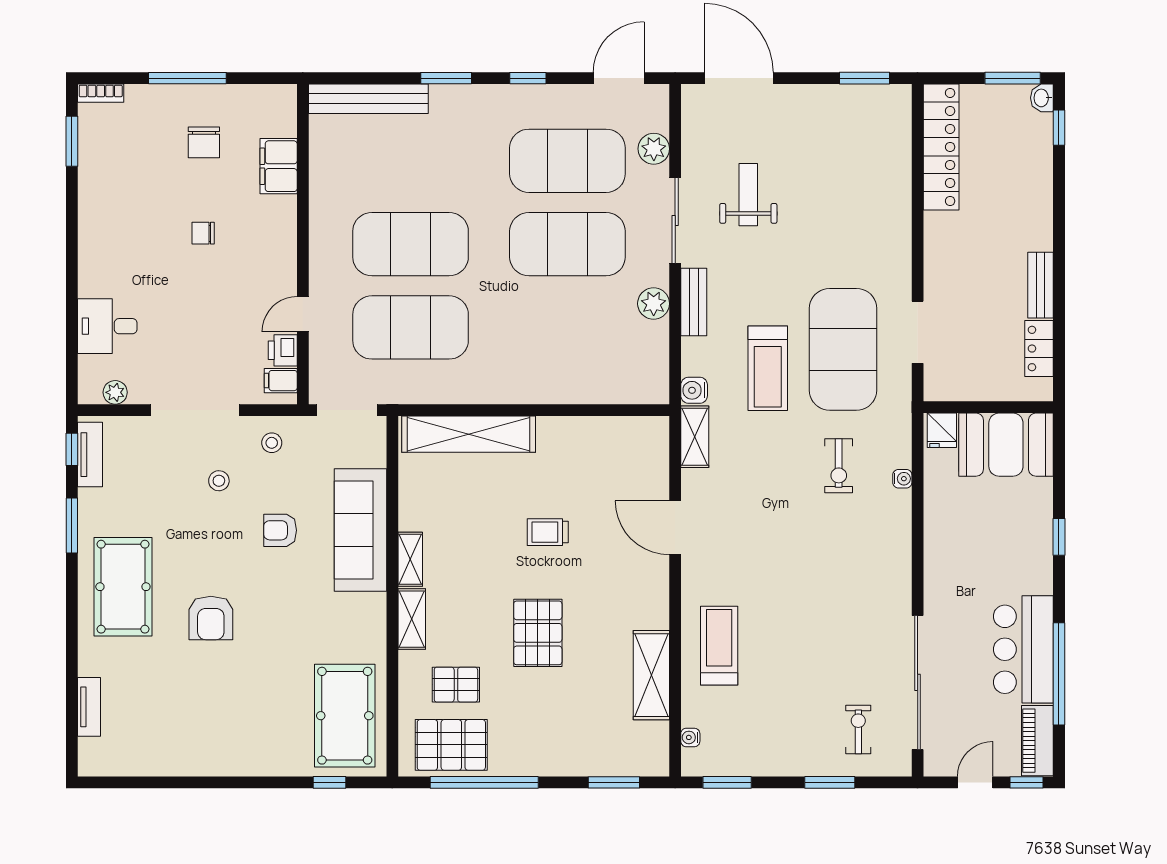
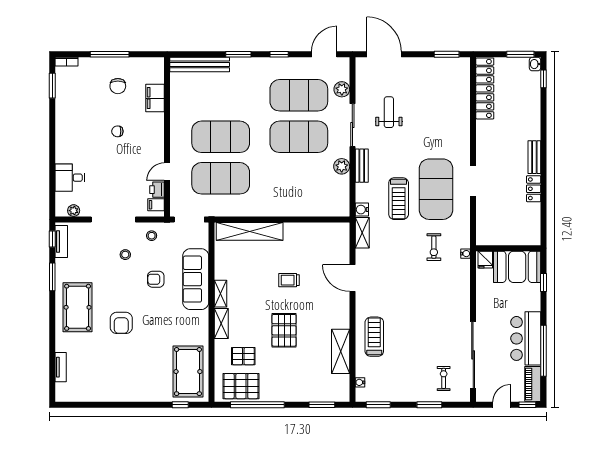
wall: (988, 407) -> (508, 248), moved
fridge: (942, 430) -> (485, 260), moved
booth: (1006, 445) -> (517, 267), moved

